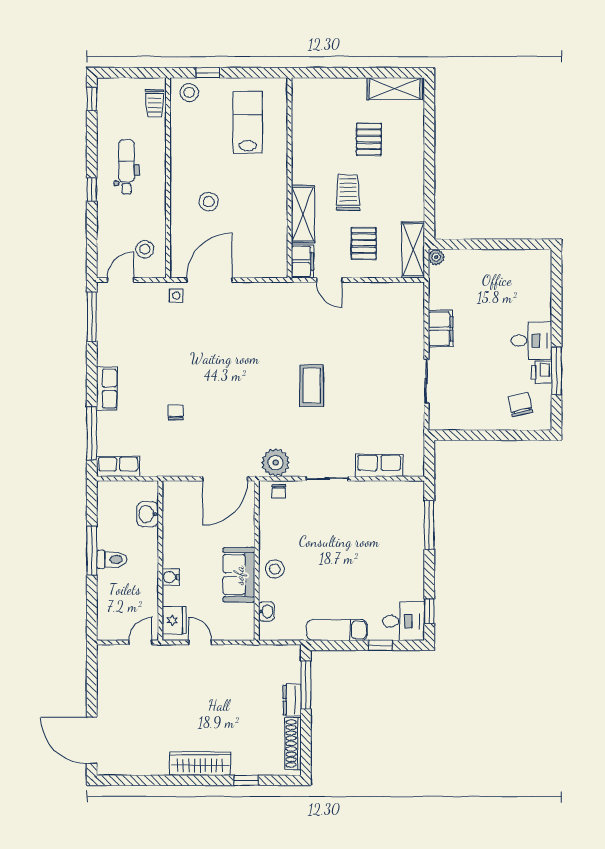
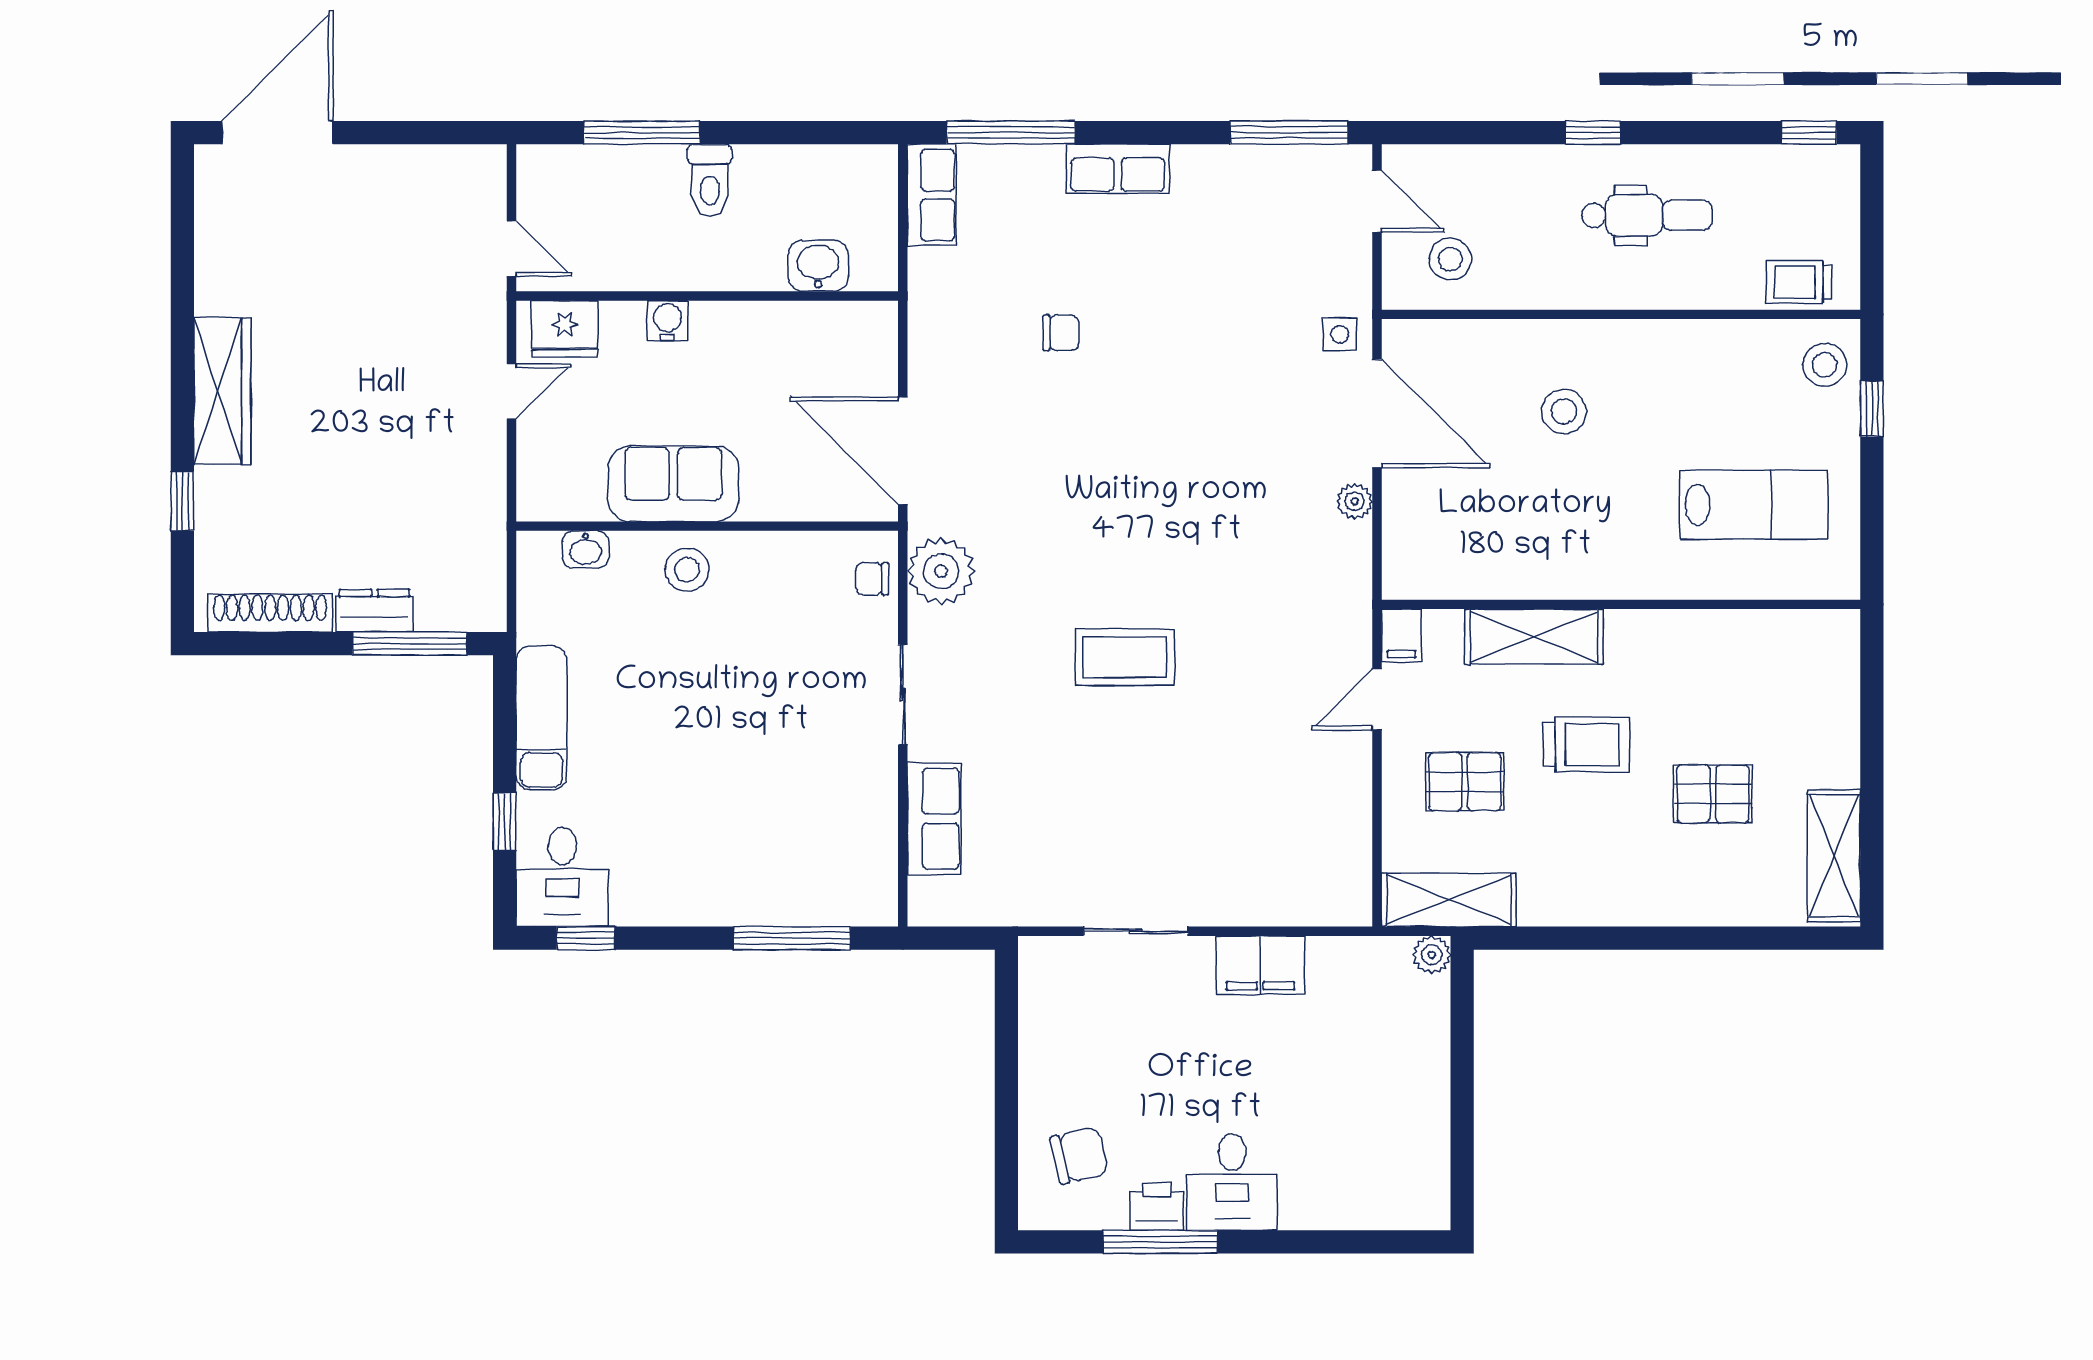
filing cabinet: (302, 261) -> (1401, 636), width x0.50
plant: (246, 289) -> (1355, 501), added
window: (92, 551) -> (642, 133), moved

